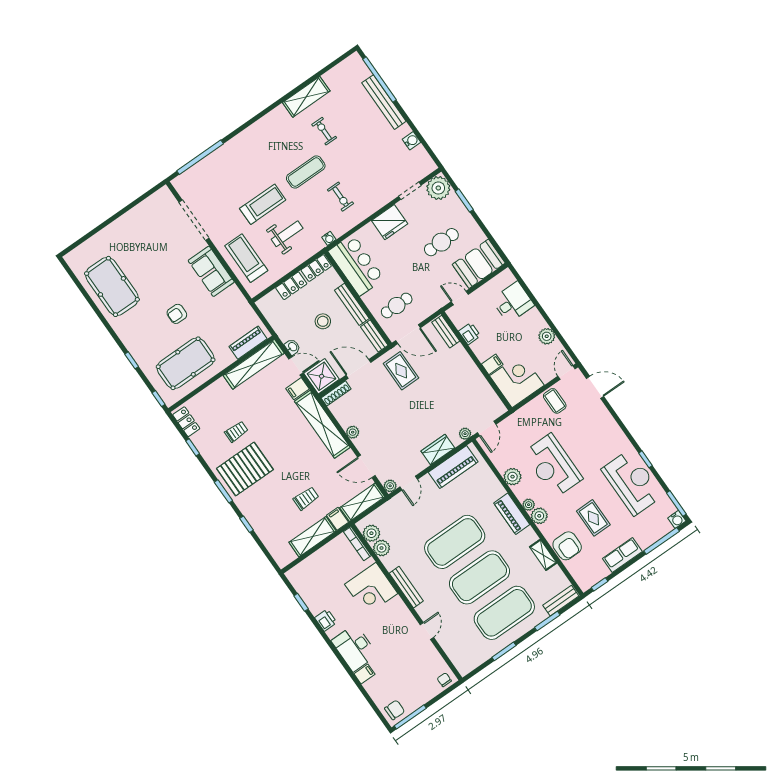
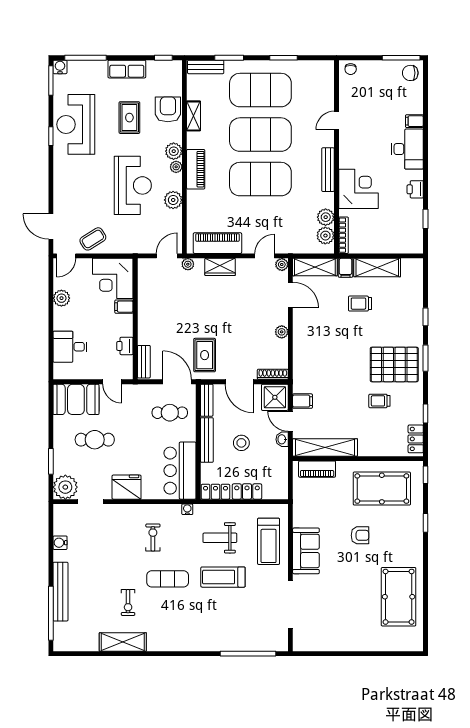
coffee table: (555, 401) -> (93, 239), turned 58
shelving: (322, 424) -> (303, 356), removed

